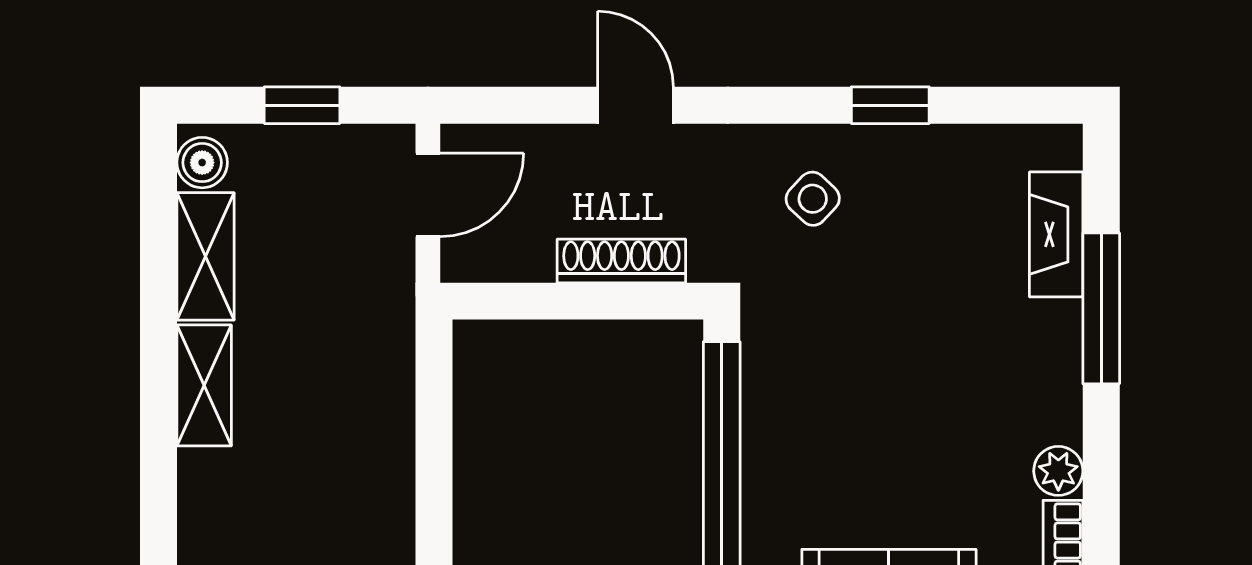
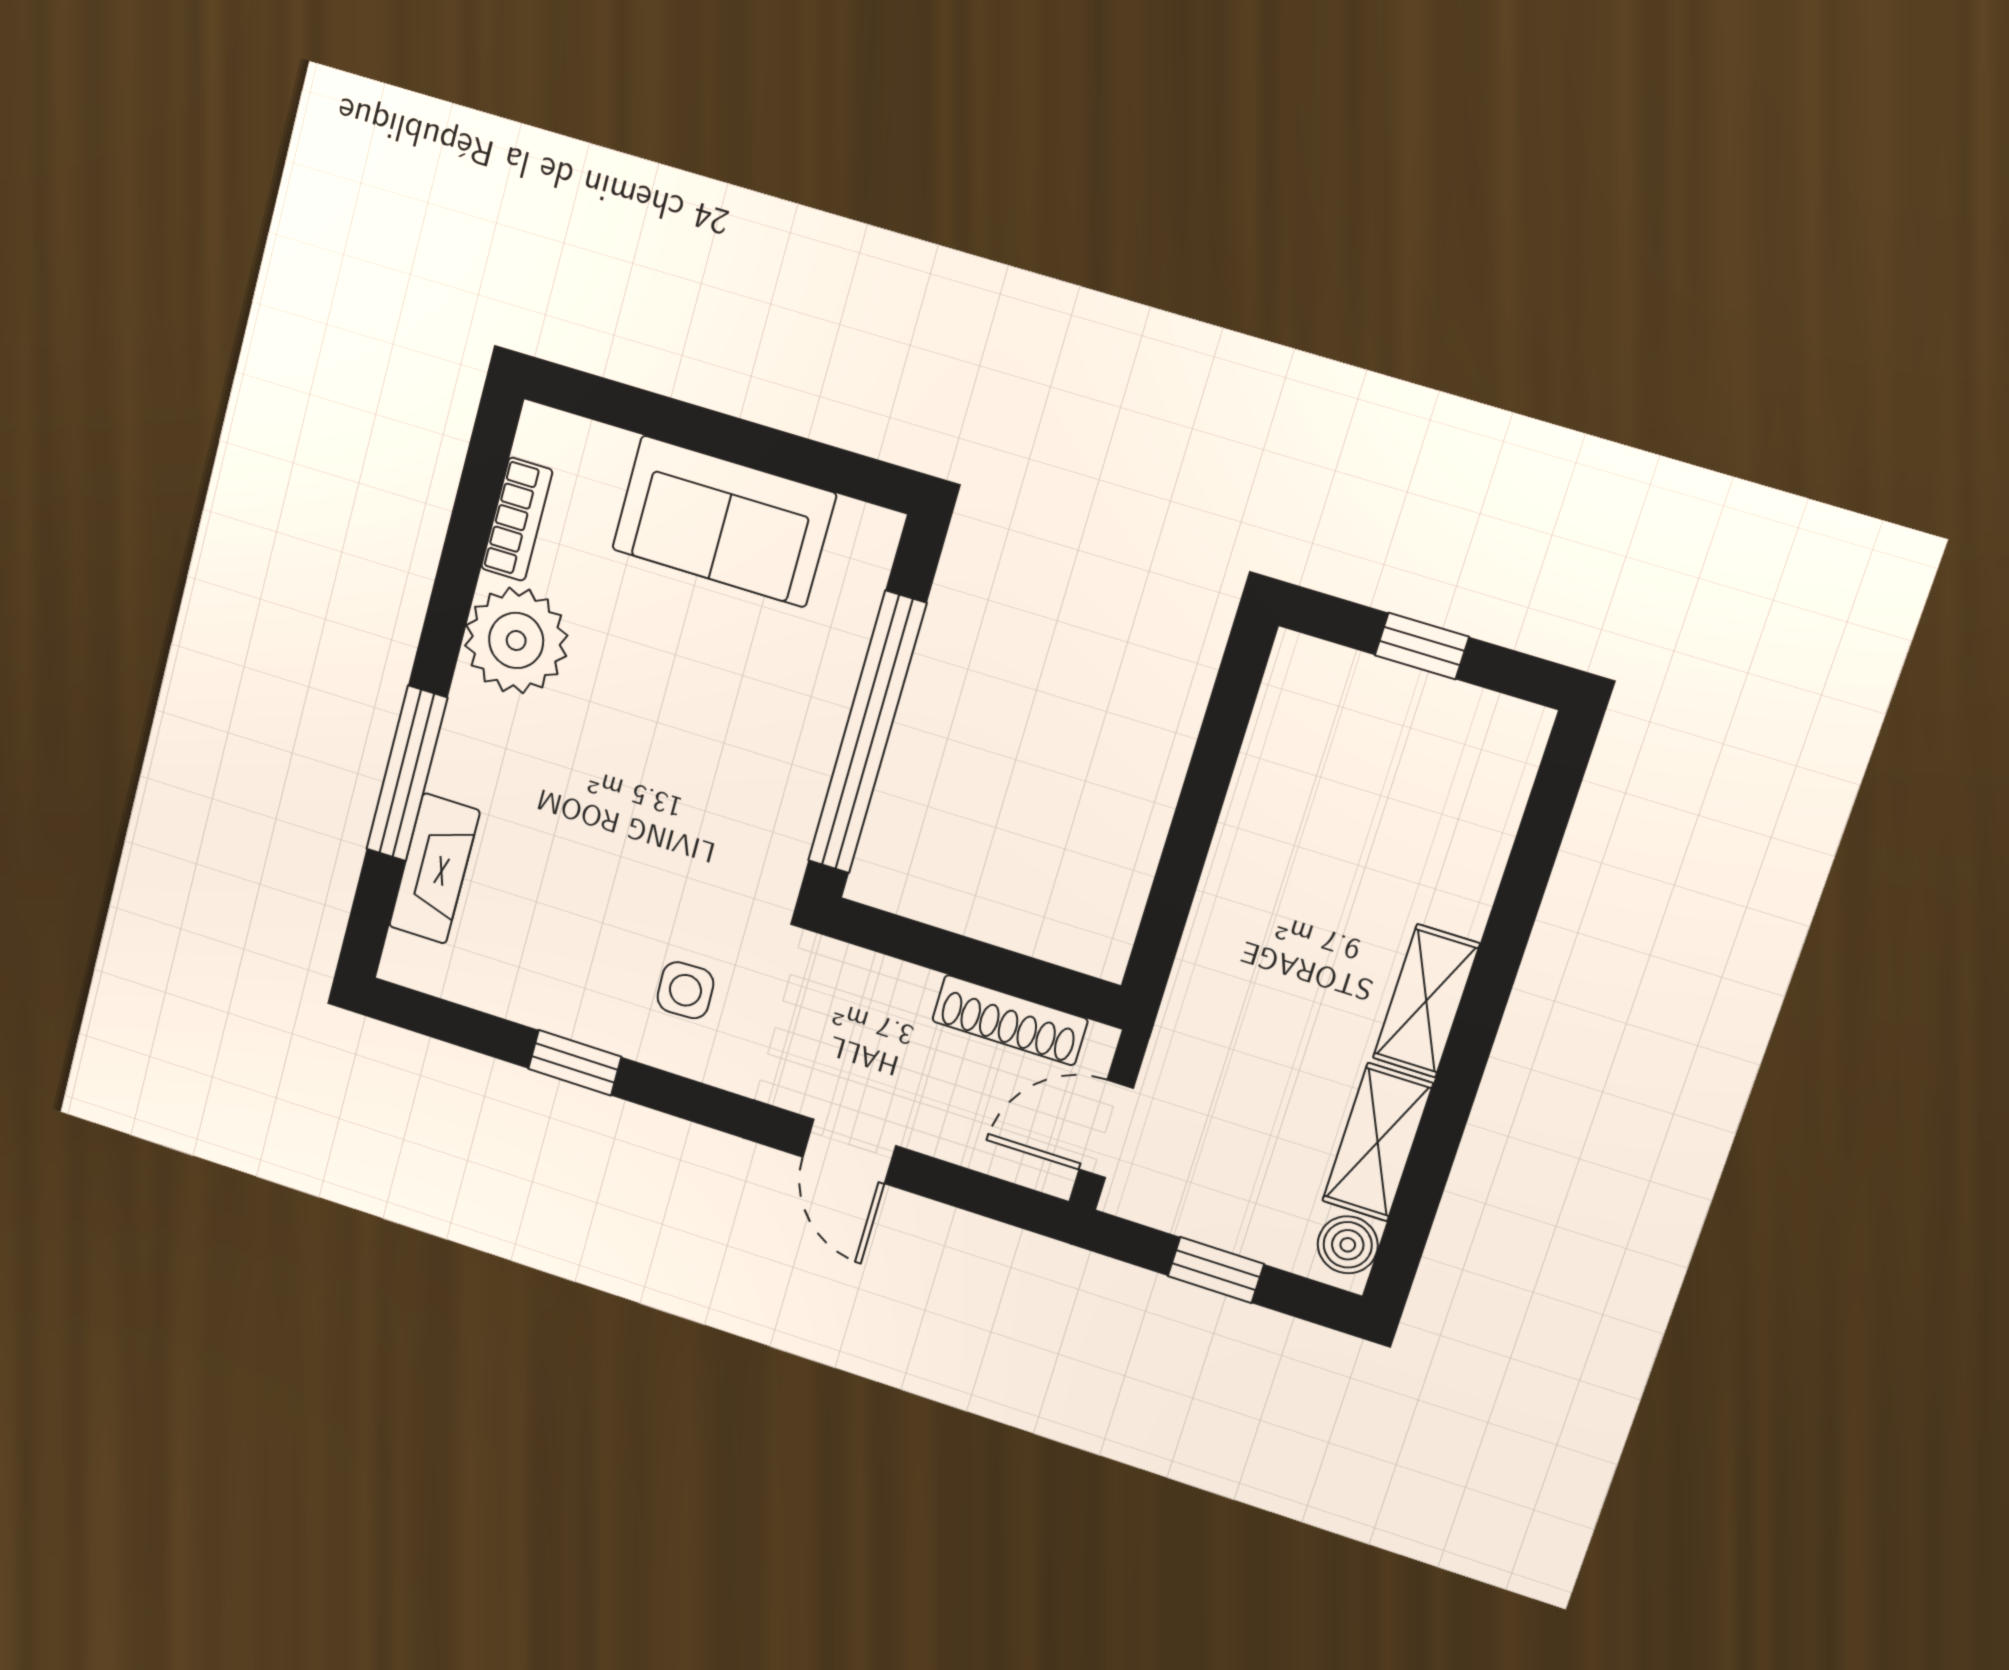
side table: (813, 199) -> (685, 990), turned 45
shoe rack: (621, 261) -> (1010, 1020), moved
plant: (1058, 471) -> (516, 641), width x1.88, depth x1.88

